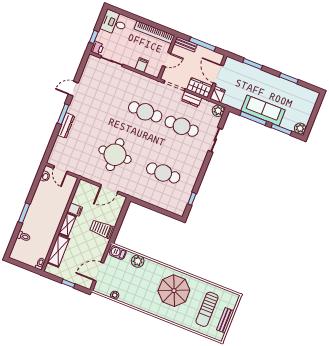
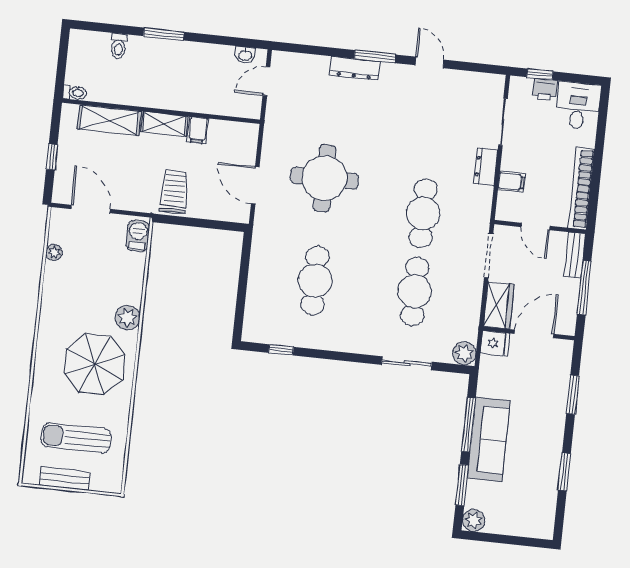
printer: (97, 48) -> (545, 90), moved
dresser: (191, 99) -> (486, 167), moved
plant: (138, 261) -> (128, 318), moved

